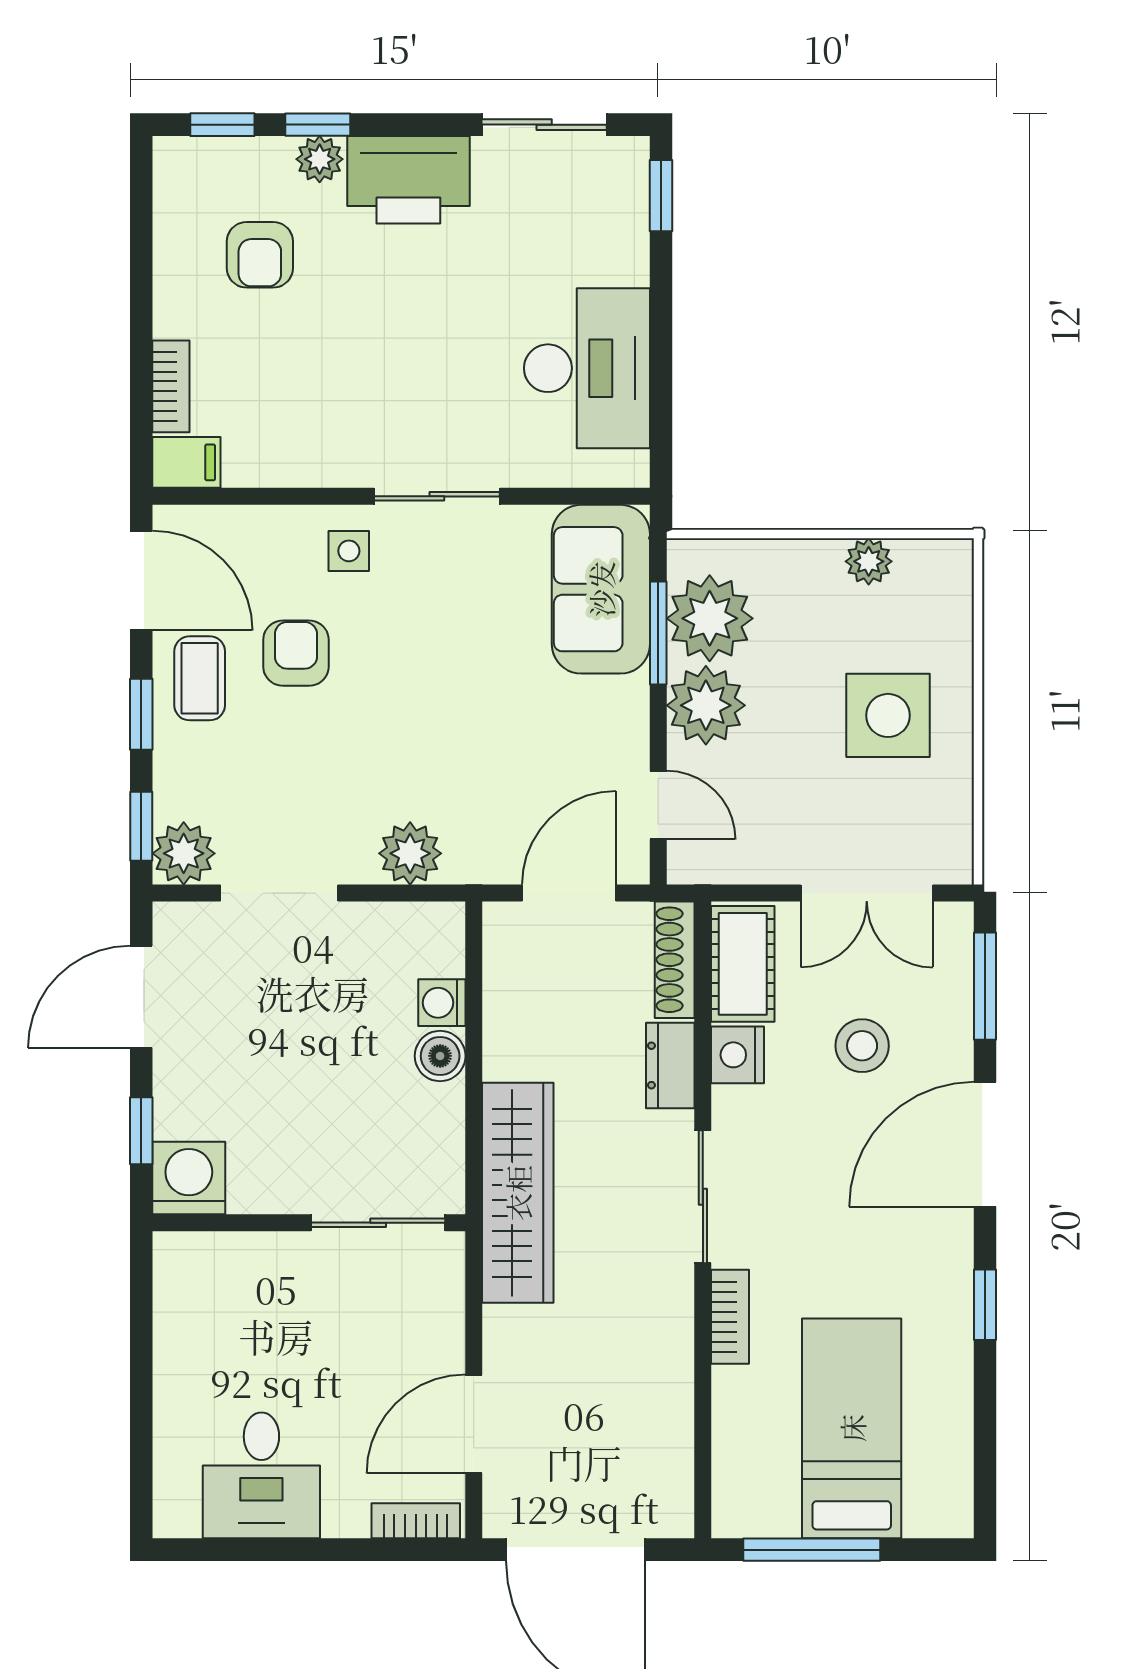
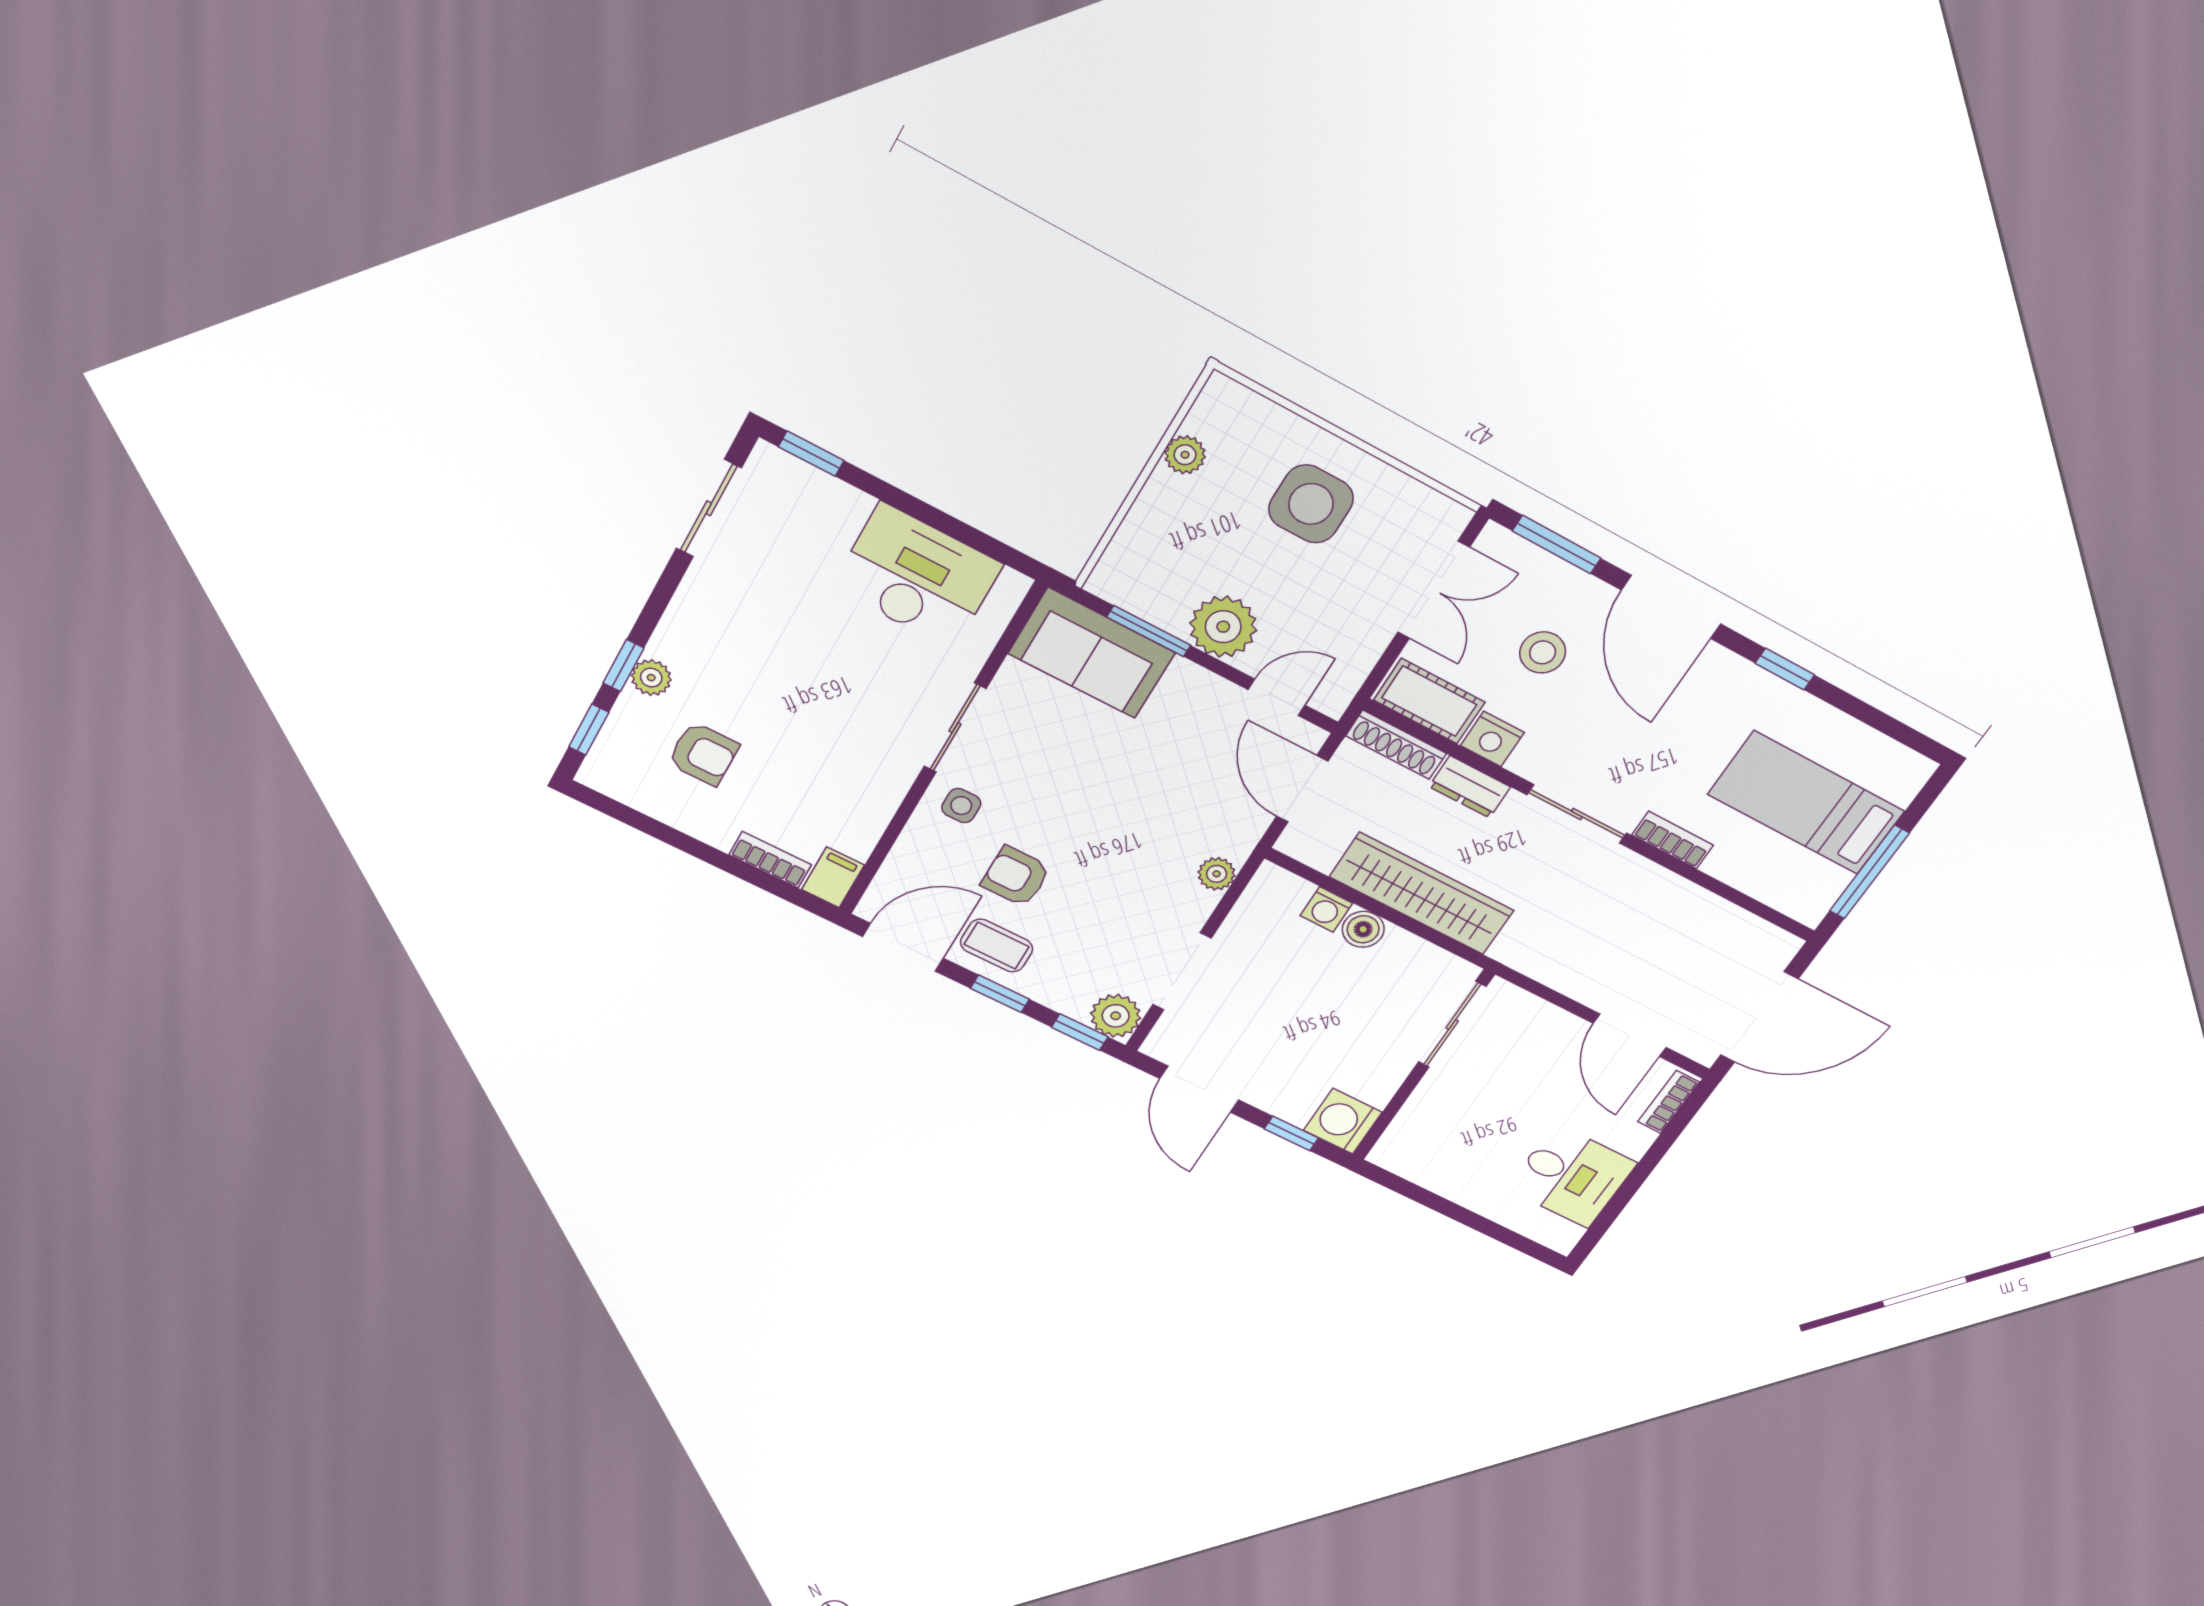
printer: (408, 180) -> (701, 625), removed
plant: (710, 618) -> (1160, 590), removed
plant: (410, 853) -> (1217, 874), width x0.73, depth x0.73
wardrobe: (518, 1193) -> (1422, 894), moved

